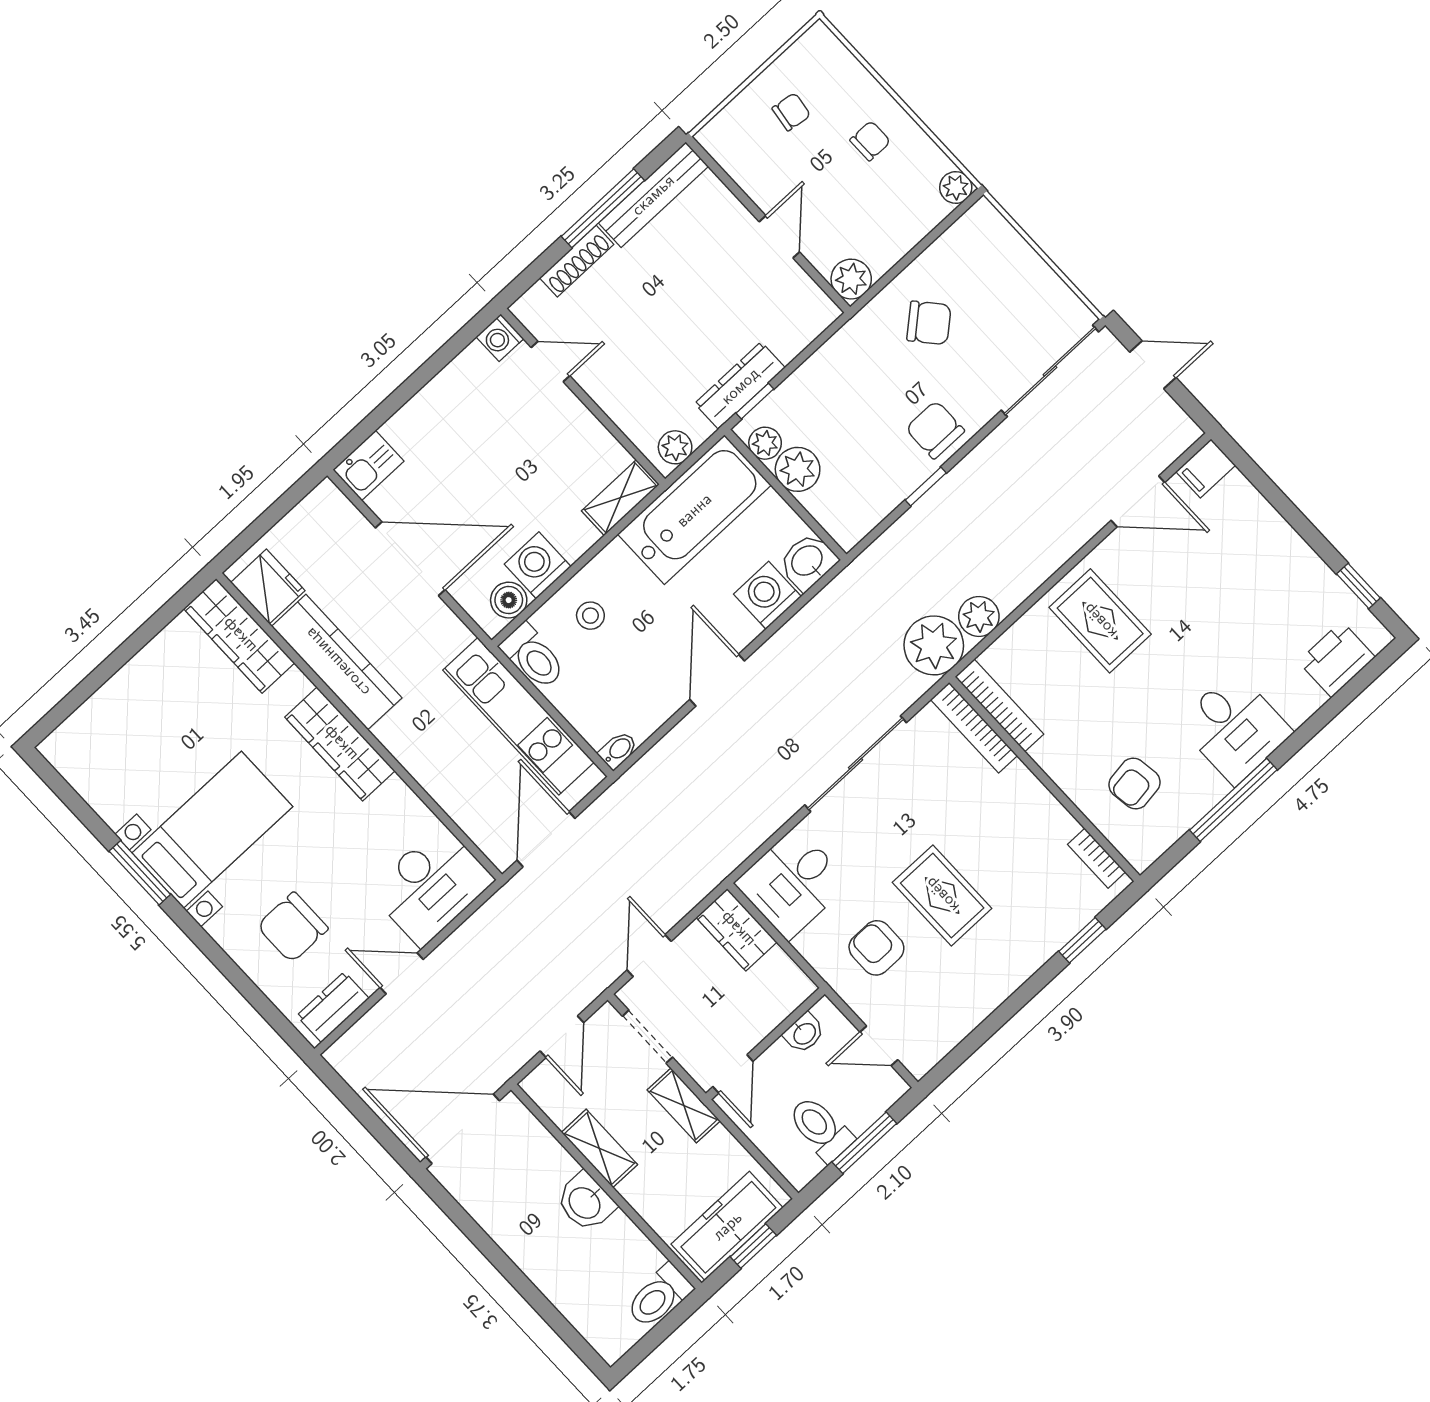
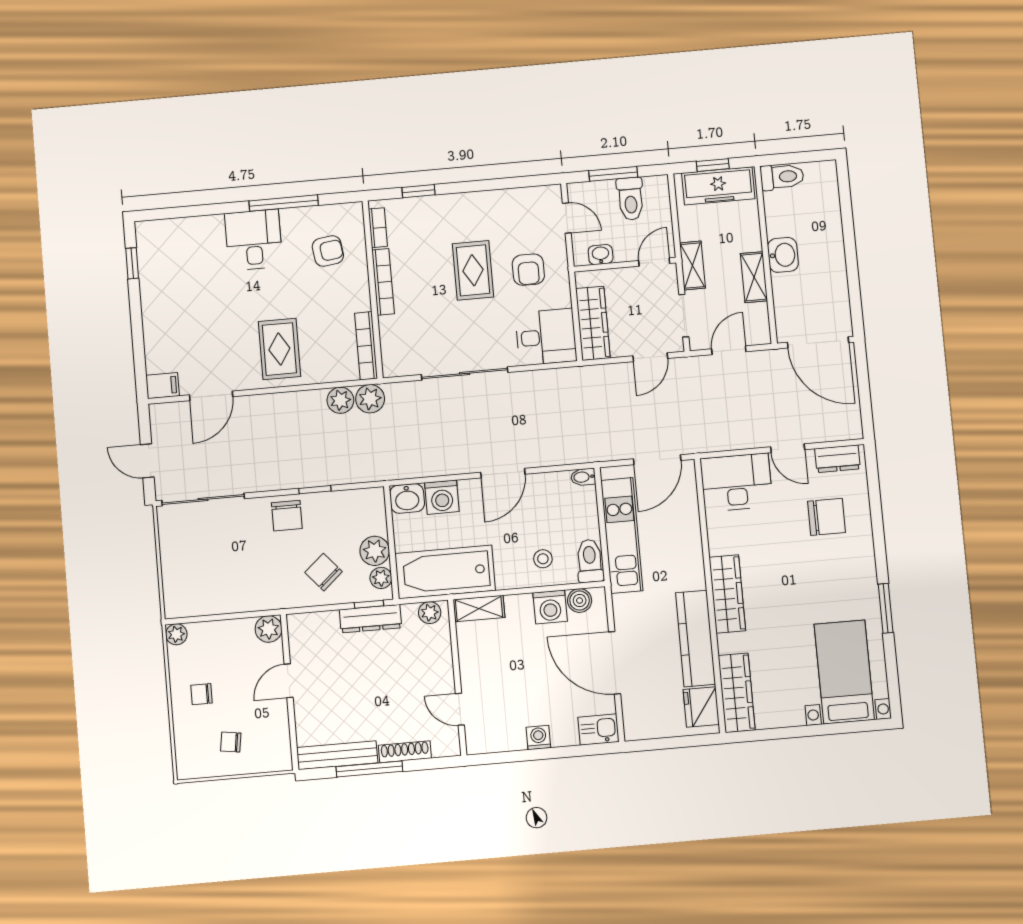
chair: (929, 323) -> (324, 572), moved
washing machine: (500, 338) -> (538, 738), moved, turned -90
door: (1138, 501) -> (211, 396), swing flipped
plant: (934, 645) -> (370, 399), width x0.73, depth x0.73
printer: (1337, 659) -> (173, 234), removed
bookcase: (974, 728) -> (383, 282), moved
bed with nightstands: (212, 830) -> (844, 672), moved, turned 90
wardrobe: (737, 930) -> (593, 323), width x1.50

